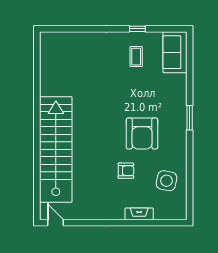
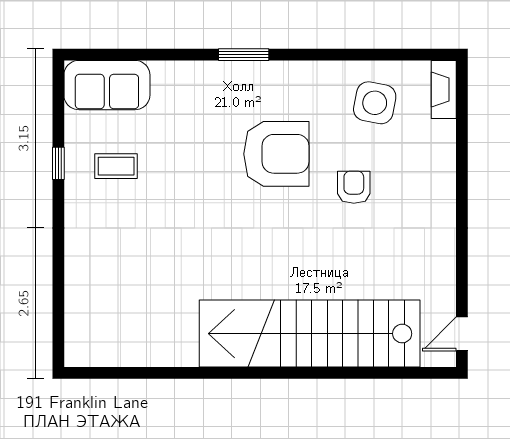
fireplace: (139, 214) -> (444, 89), moved

